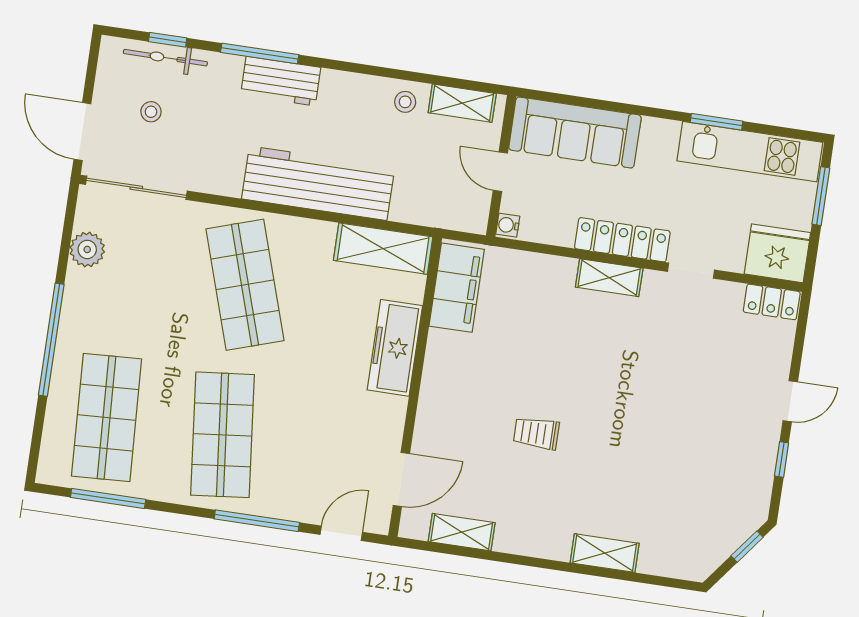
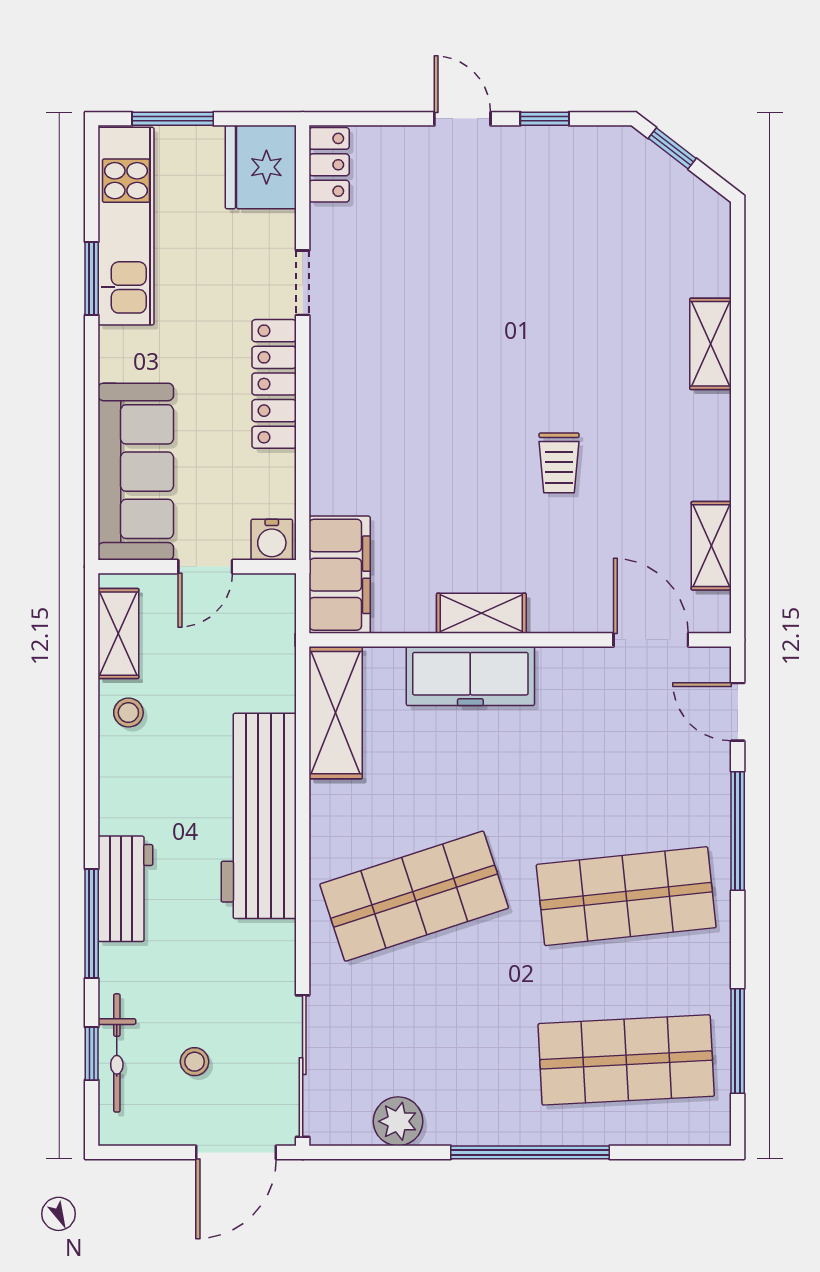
water cooler: (508, 225) -> (272, 540), width x1.38, depth x1.38
shelving: (609, 278) -> (481, 613), moved, turned 90
filing cabinet: (457, 288) -> (340, 575), moved, turned 90

